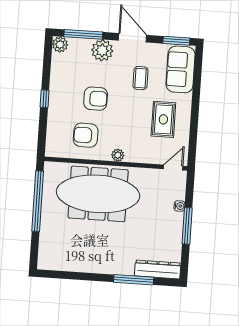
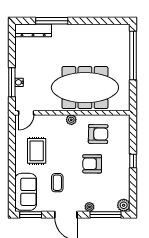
plant: (102, 50) -> (89, 207), width x0.53, depth x0.53
window: (38, 201) -> (133, 56), moved
window: (187, 226) -> (12, 82), moved

